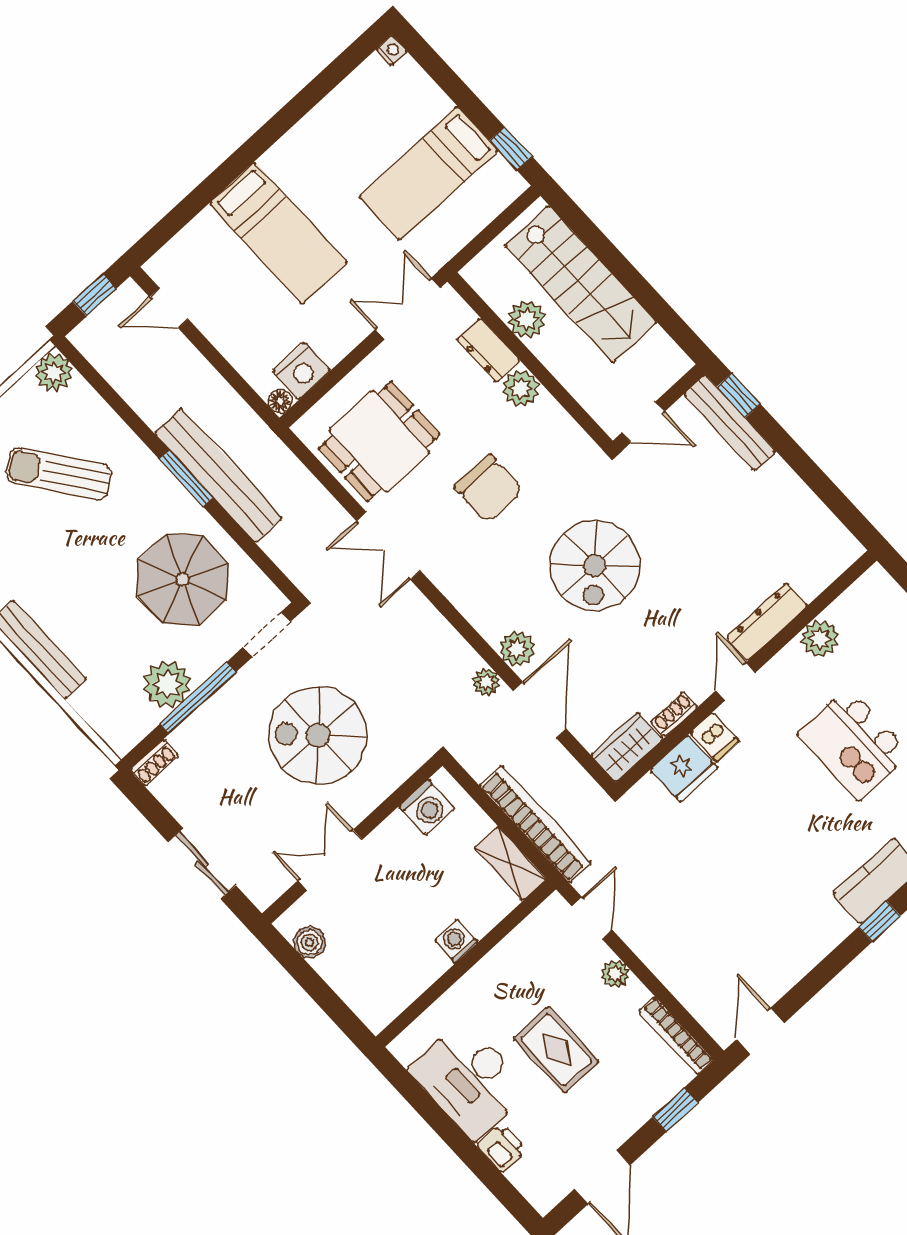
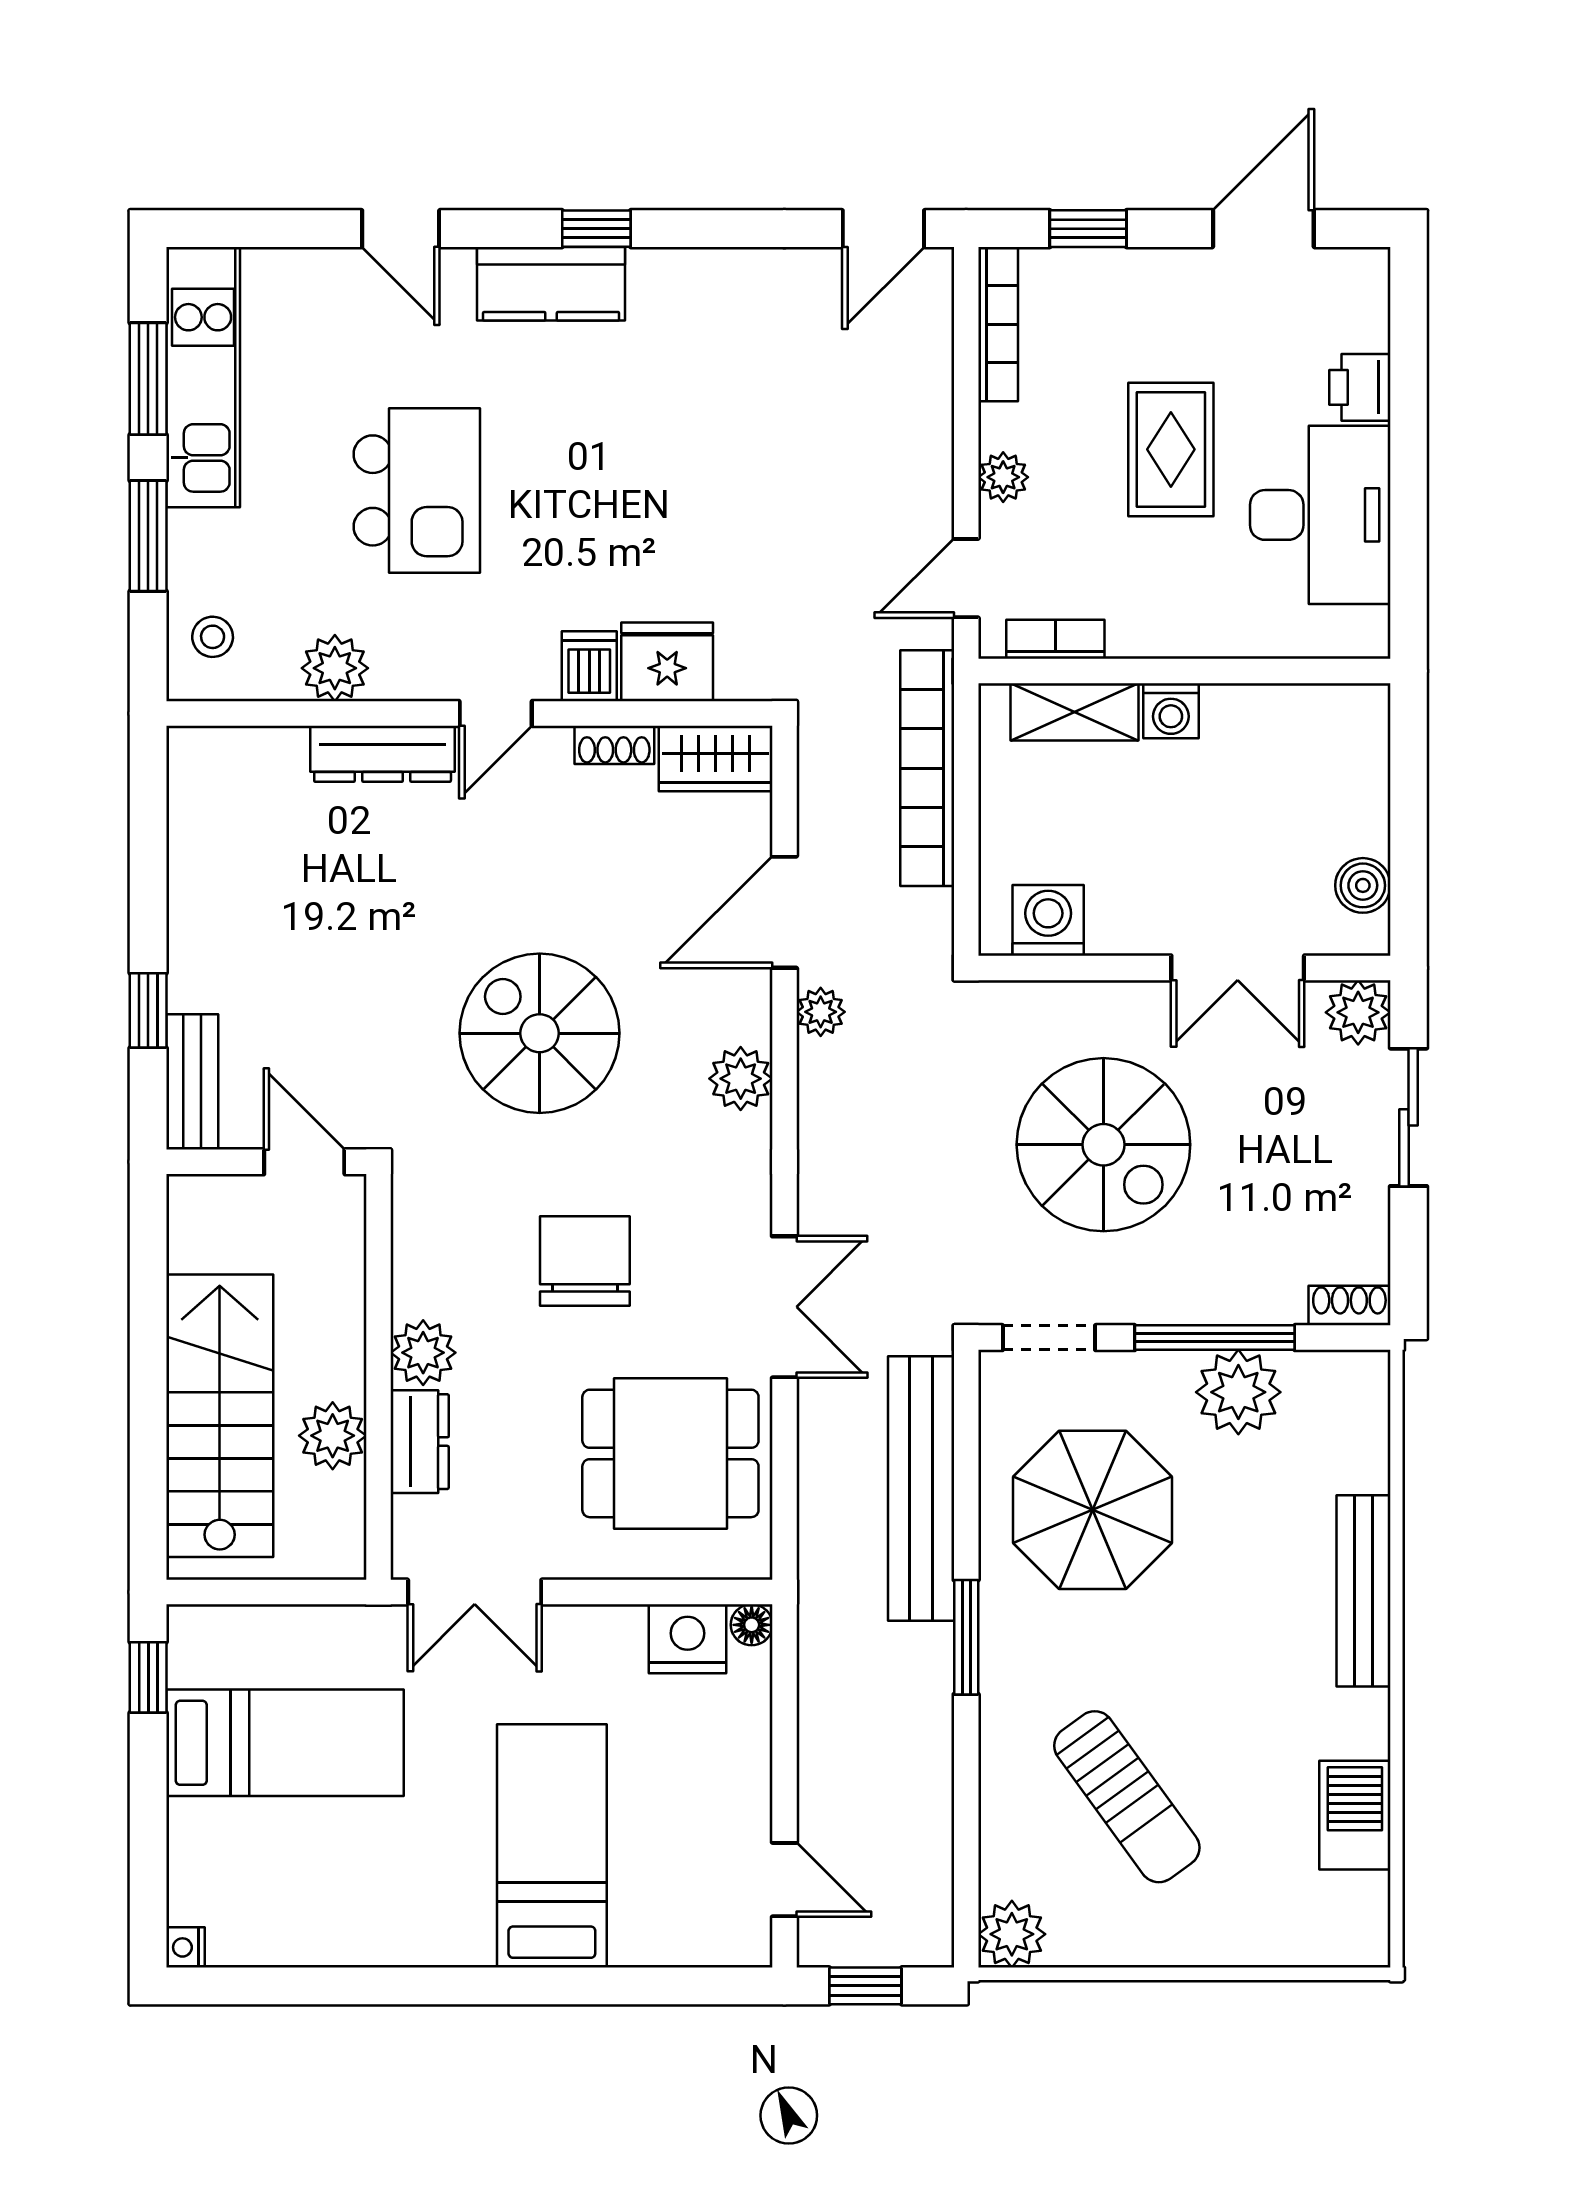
window: (739, 395) -> (148, 1010), moved
bench: (730, 423) -> (192, 1082), width x0.73
bench: (219, 476) -> (921, 1489), moved
spiral stairs: (595, 566) -> (540, 1033), turned -90
stool: (882, 605) -> (213, 637), added
plant: (517, 649) -> (741, 1079), moved
shelving: (510, 864) -> (1075, 712), moved, turned 90
plant: (263, 888) -> (1358, 1012), added
bookcase: (532, 927) -> (1055, 639), added

